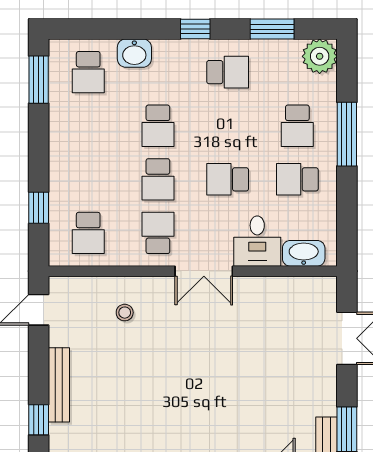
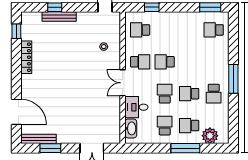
window: (195, 29) -> (233, 79), width x2.17
window: (272, 29) -> (233, 114), removed
washbasin: (134, 53) -> (222, 51), removed
plant: (320, 56) -> (210, 136), moved
school desk: (158, 126) -> (189, 94), moved
bench: (59, 385) -> (59, 16), moved

